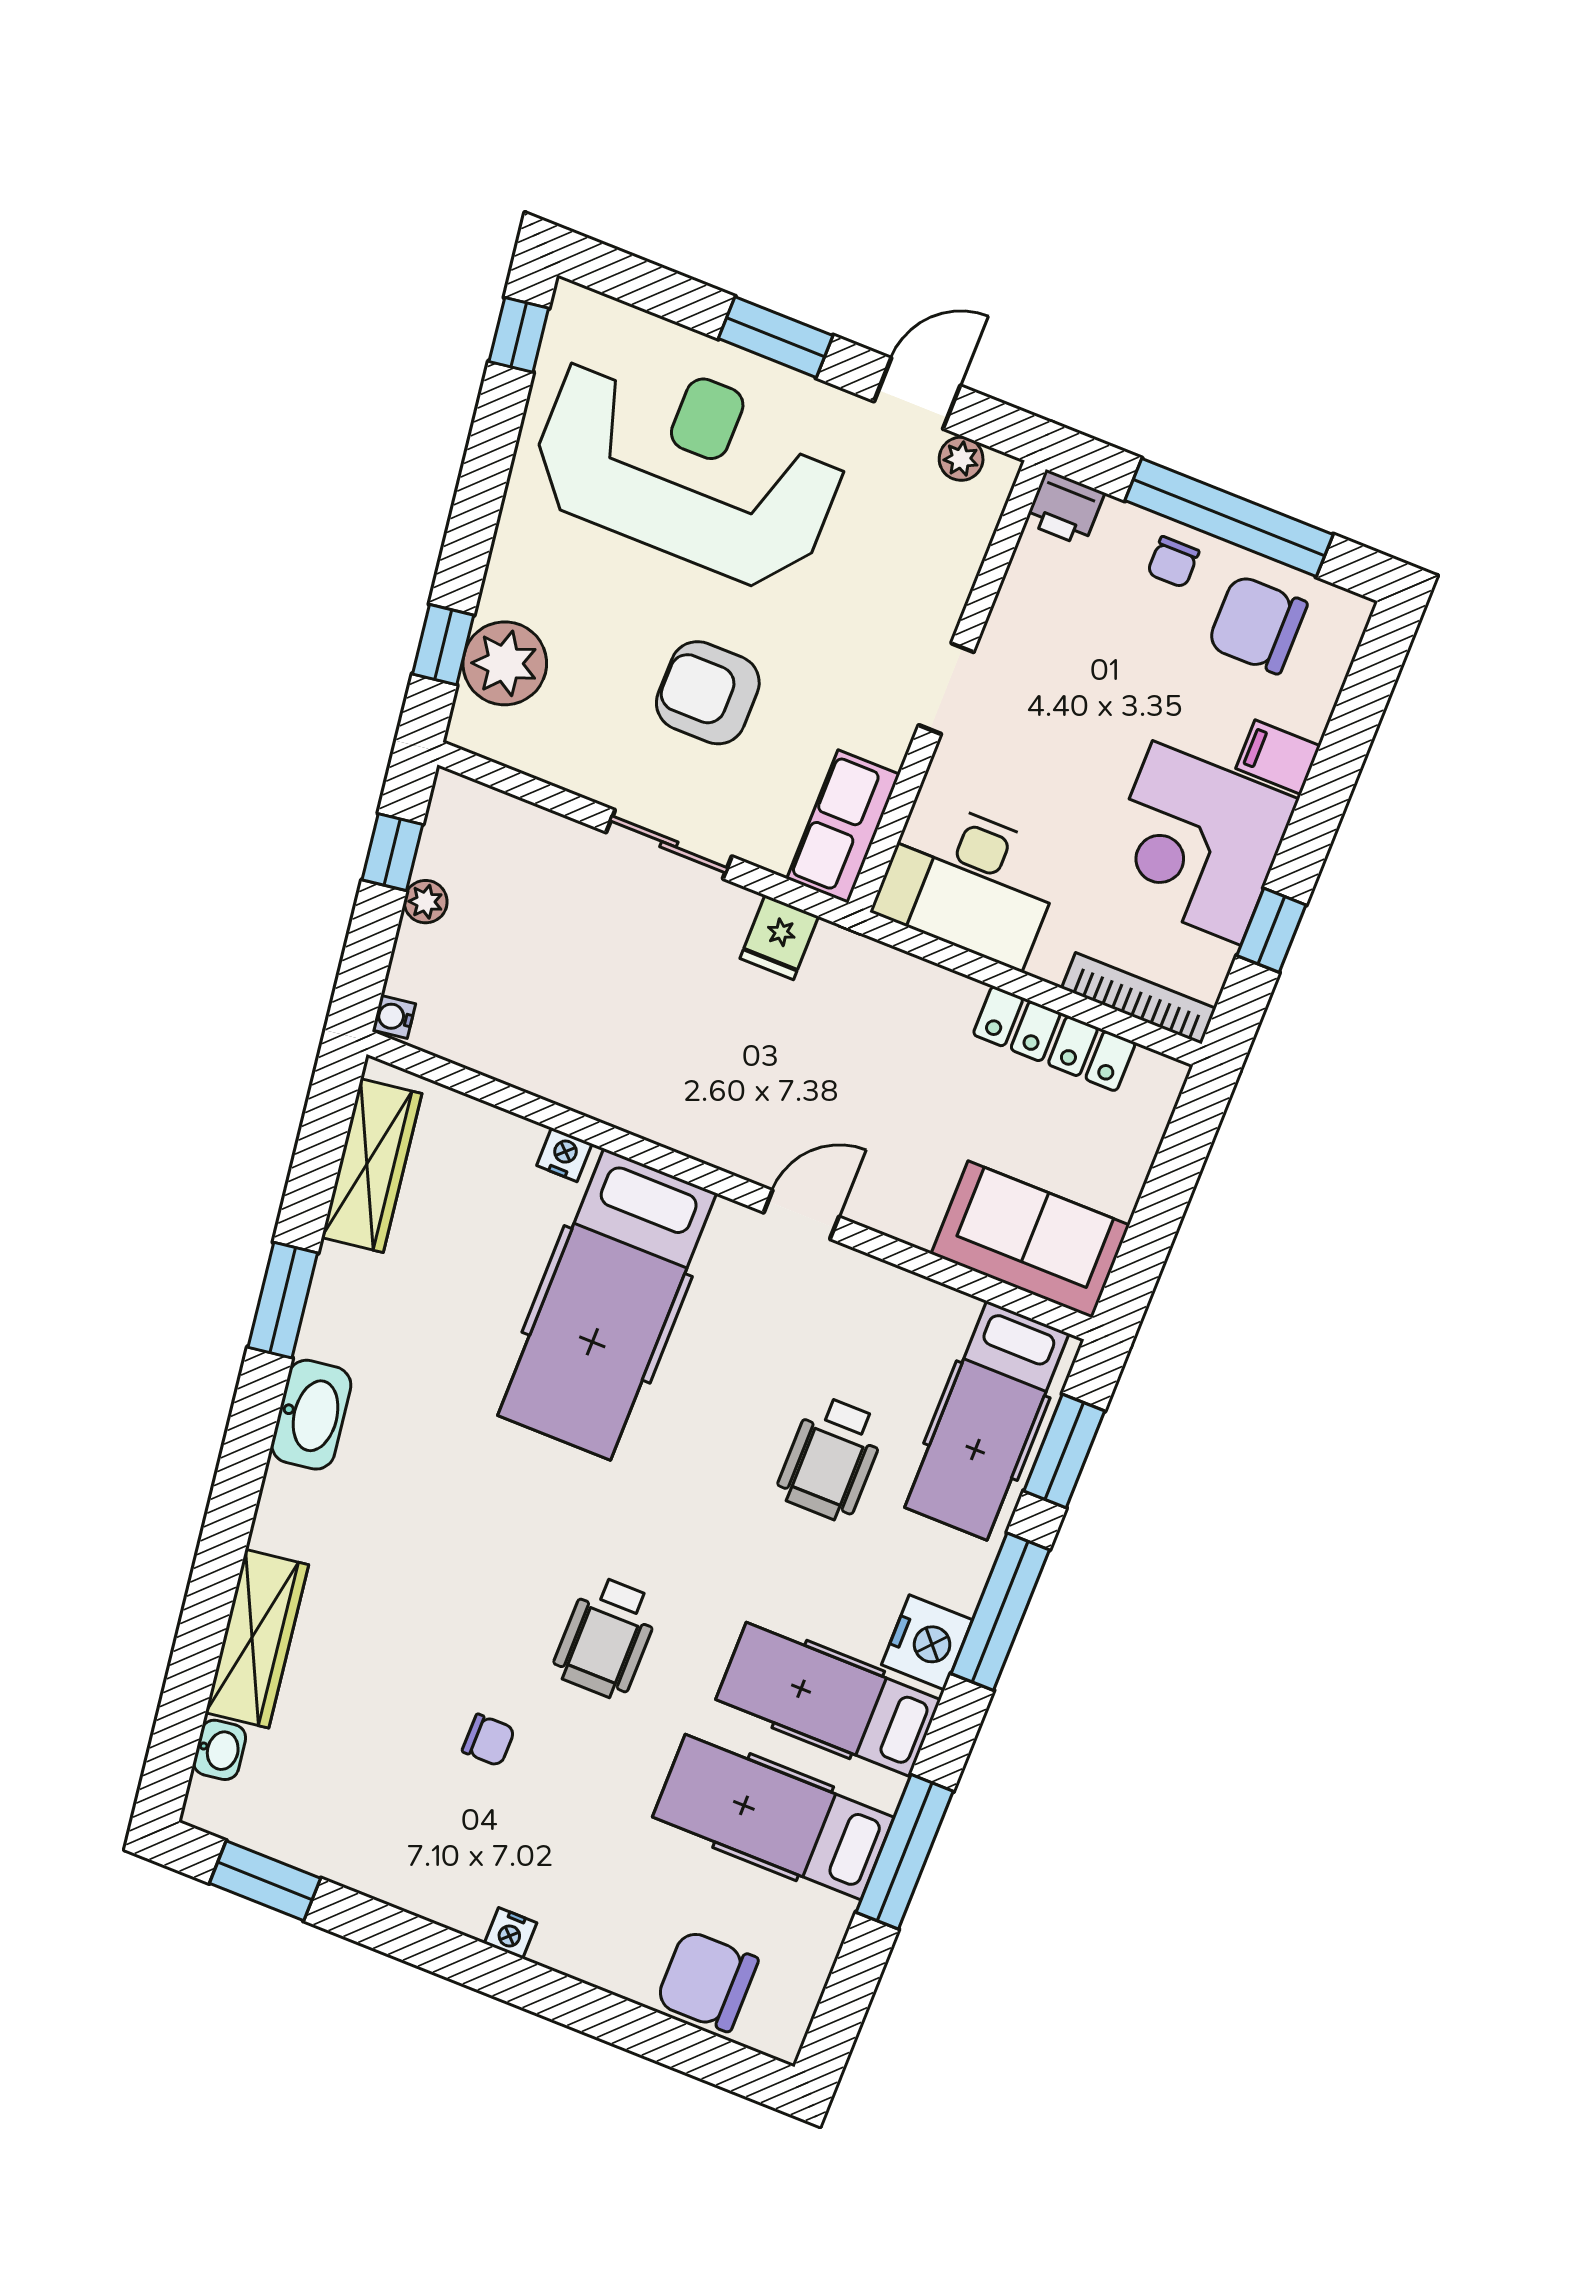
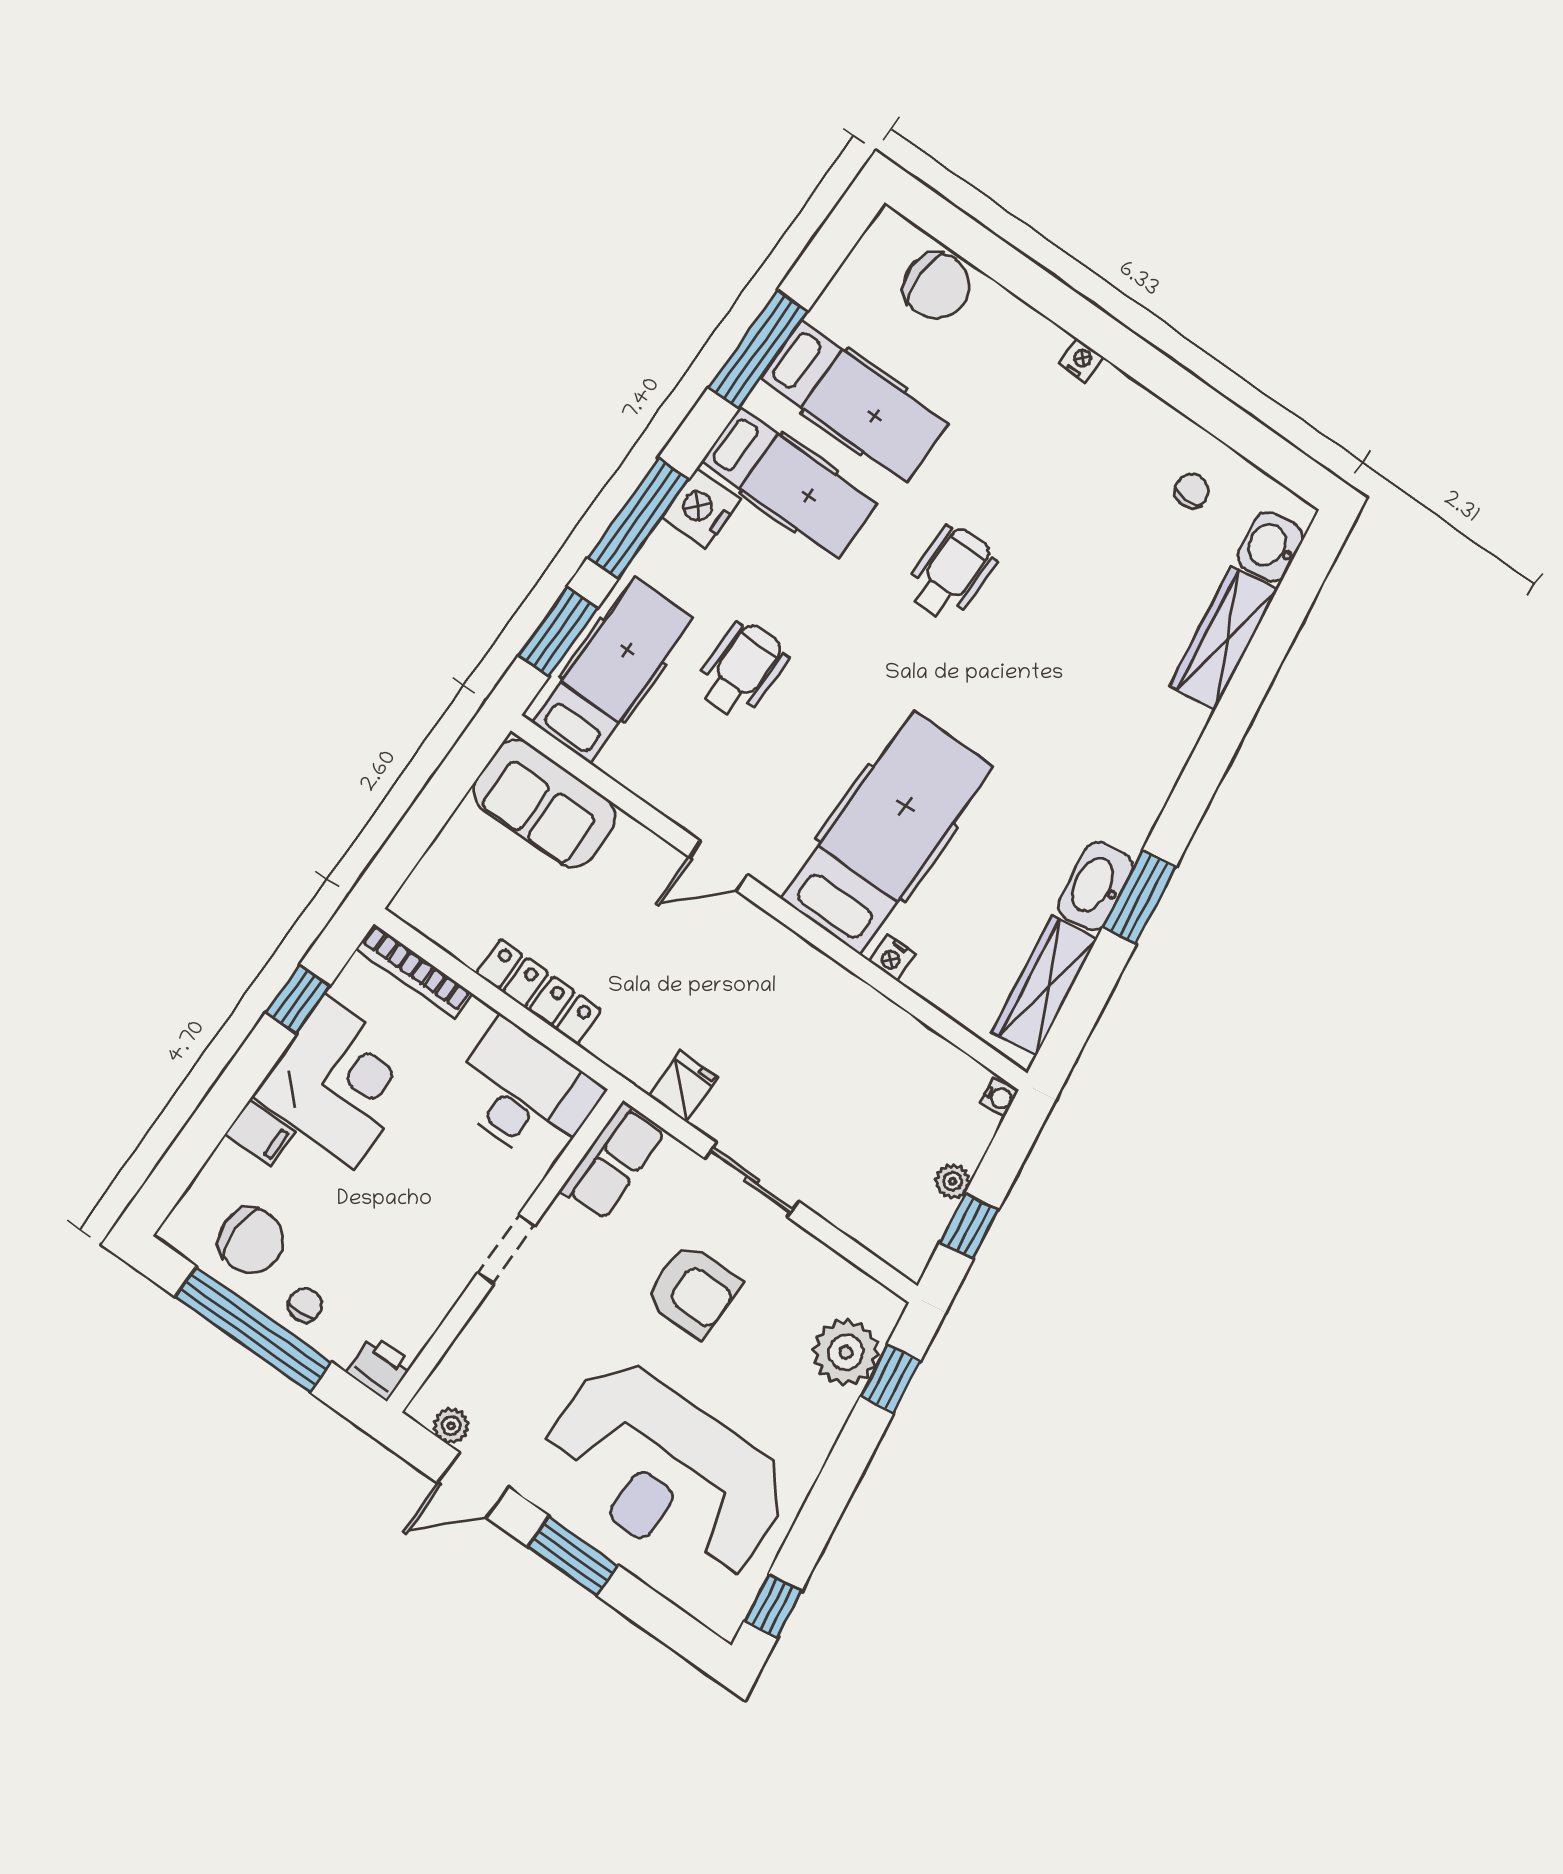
locker: (1054, 1039) -> (539, 992), moved
washbasin: (311, 1415) -> (1095, 886), moved
chair: (489, 1740) -> (1192, 491), moved, turned 90
washbasin: (220, 1750) -> (1270, 547), width x1.38, depth x1.45
window: (265, 1881) -> (1263, 447), removed

